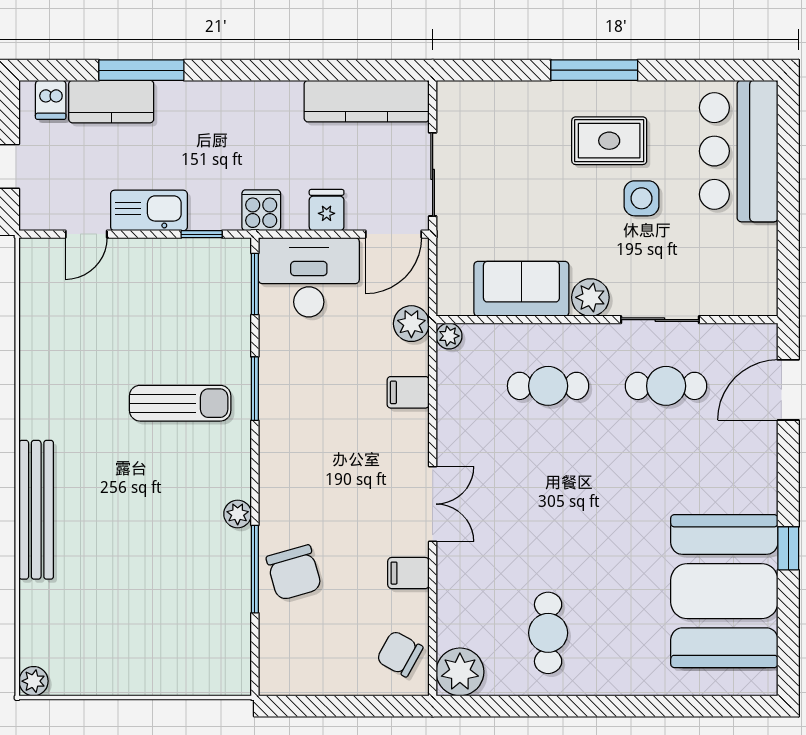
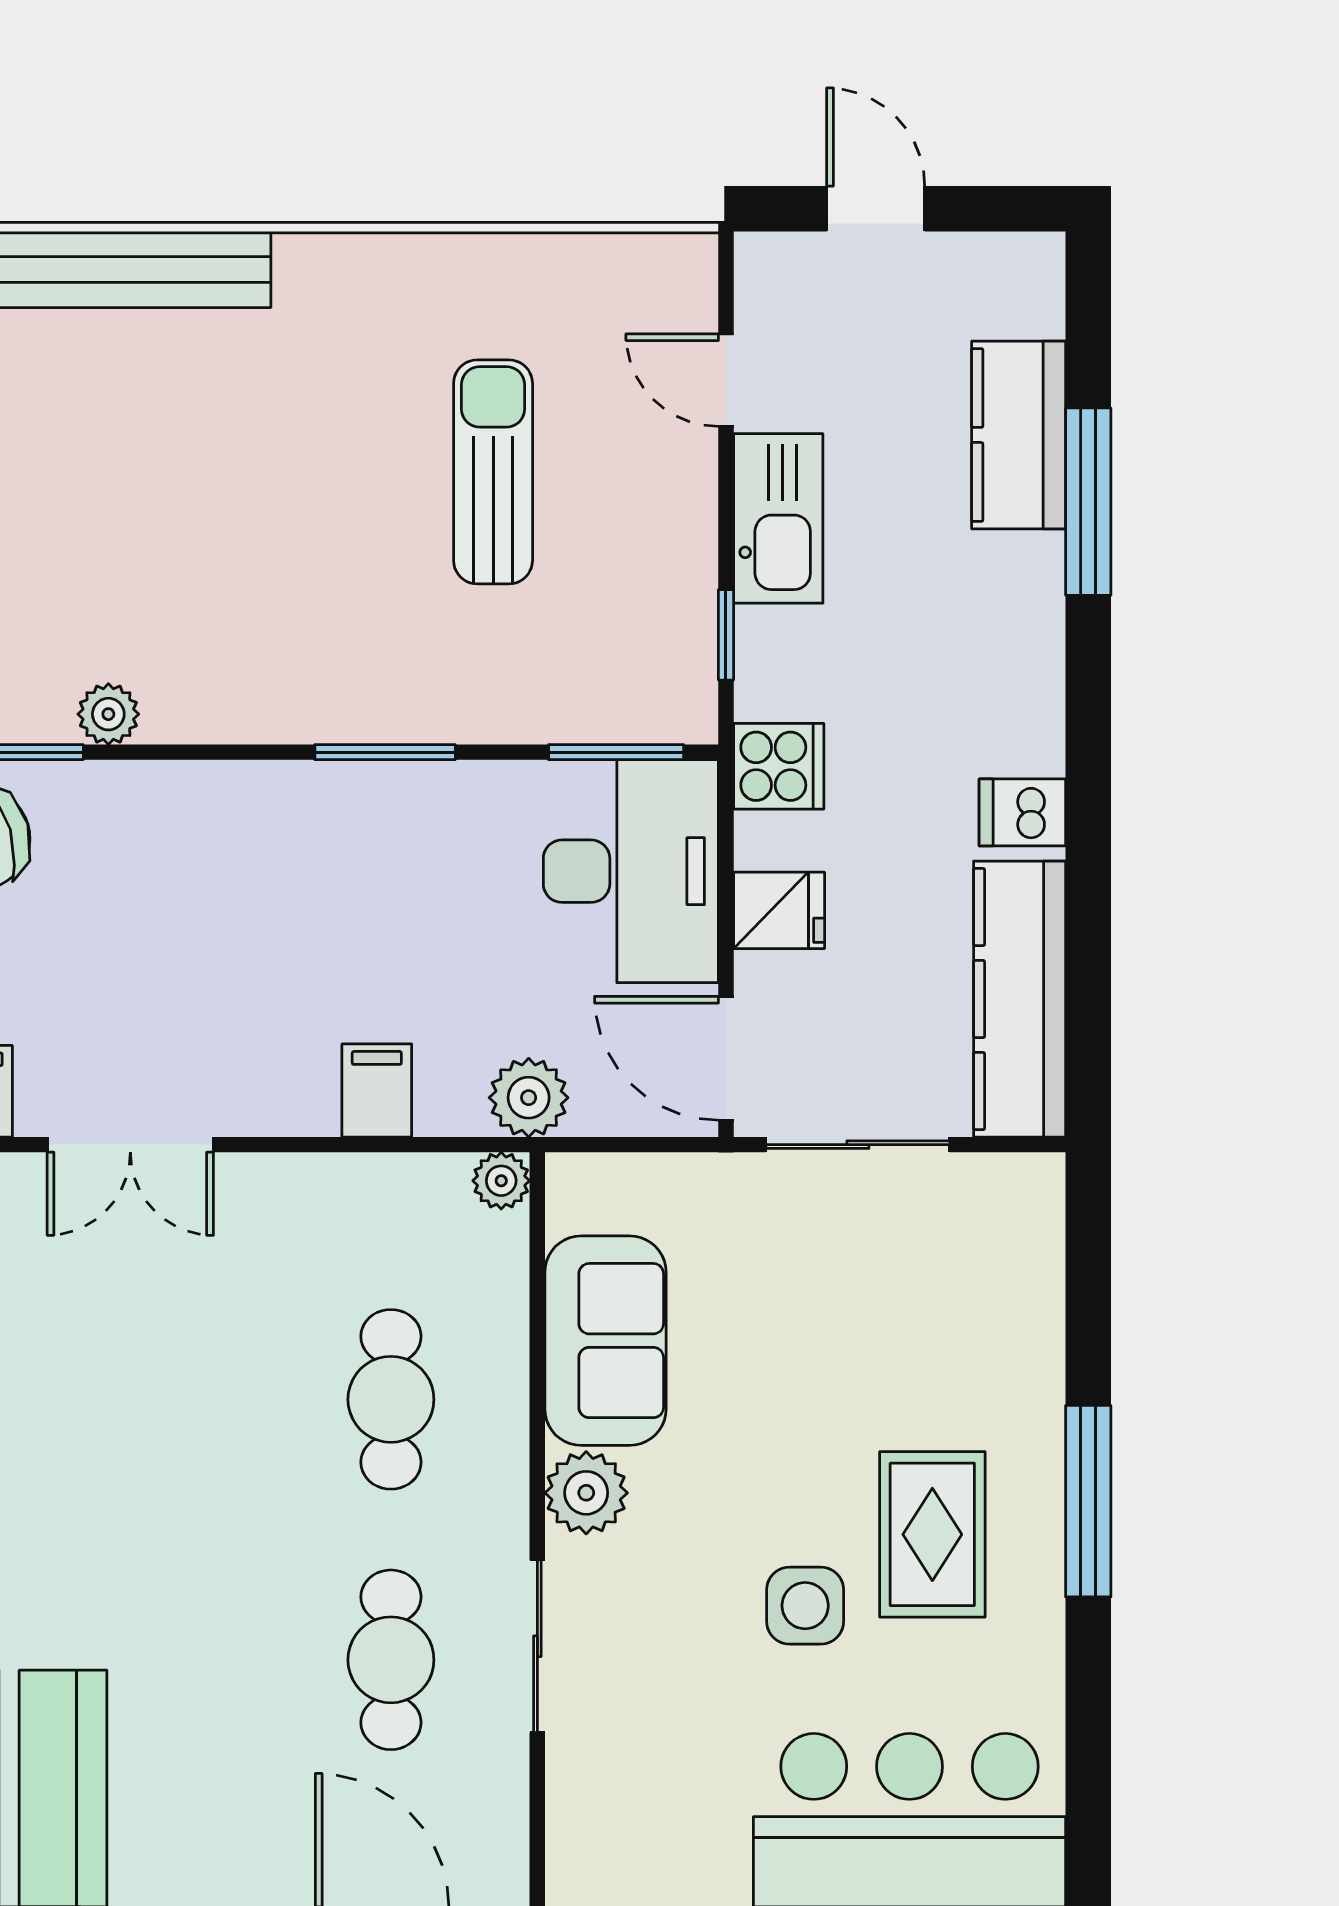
dishwasher: (51, 100) -> (1022, 812), moved
sun lounger: (180, 403) -> (493, 472), moved, turned 180

